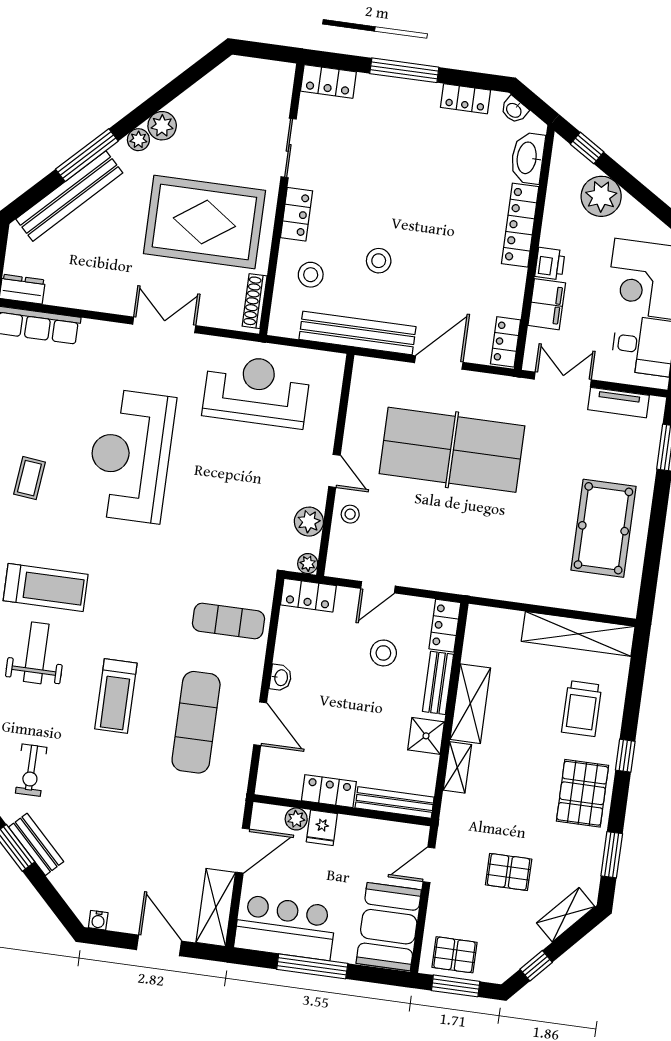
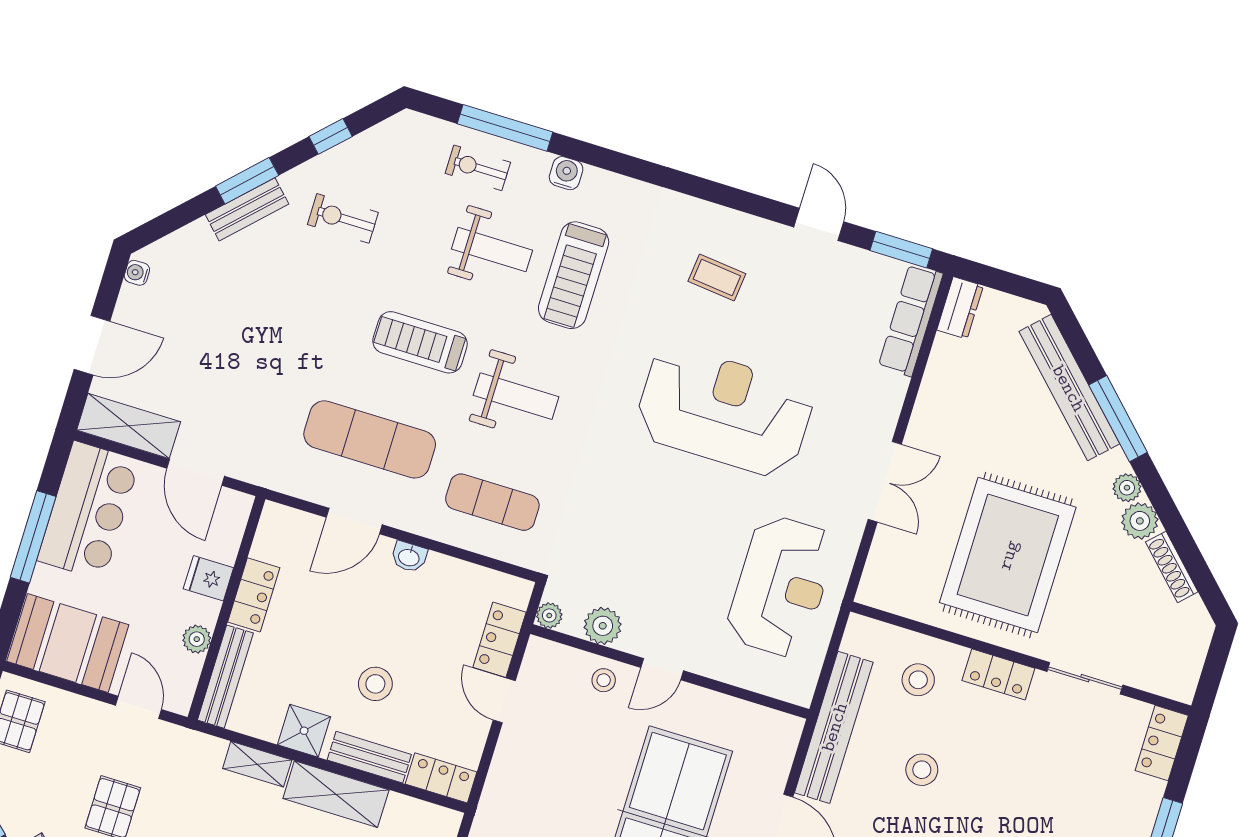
shoe rack: (255, 301) -> (1172, 567), moved, turned -135
locker: (308, 595) -> (499, 640), moved
weight bench: (145, 616) -> (516, 396), added
exercise mat: (228, 621) -> (492, 502), turned 90
stool: (383, 653) -> (375, 684), moved
plant: (296, 819) -> (197, 639), moved

